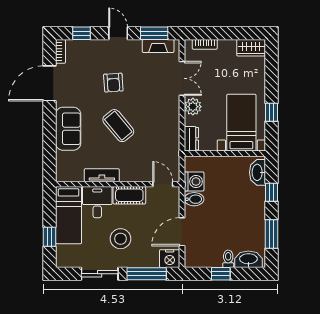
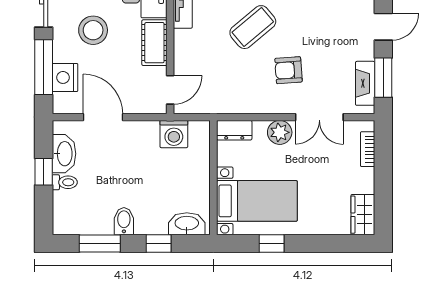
armchair: (113, 83) -> (289, 70), moved
bidet: (194, 199) -> (124, 221), moved, turned 180
nightstand: (170, 259) -> (65, 77), moved
washbasin: (248, 259) -> (64, 154), moved

